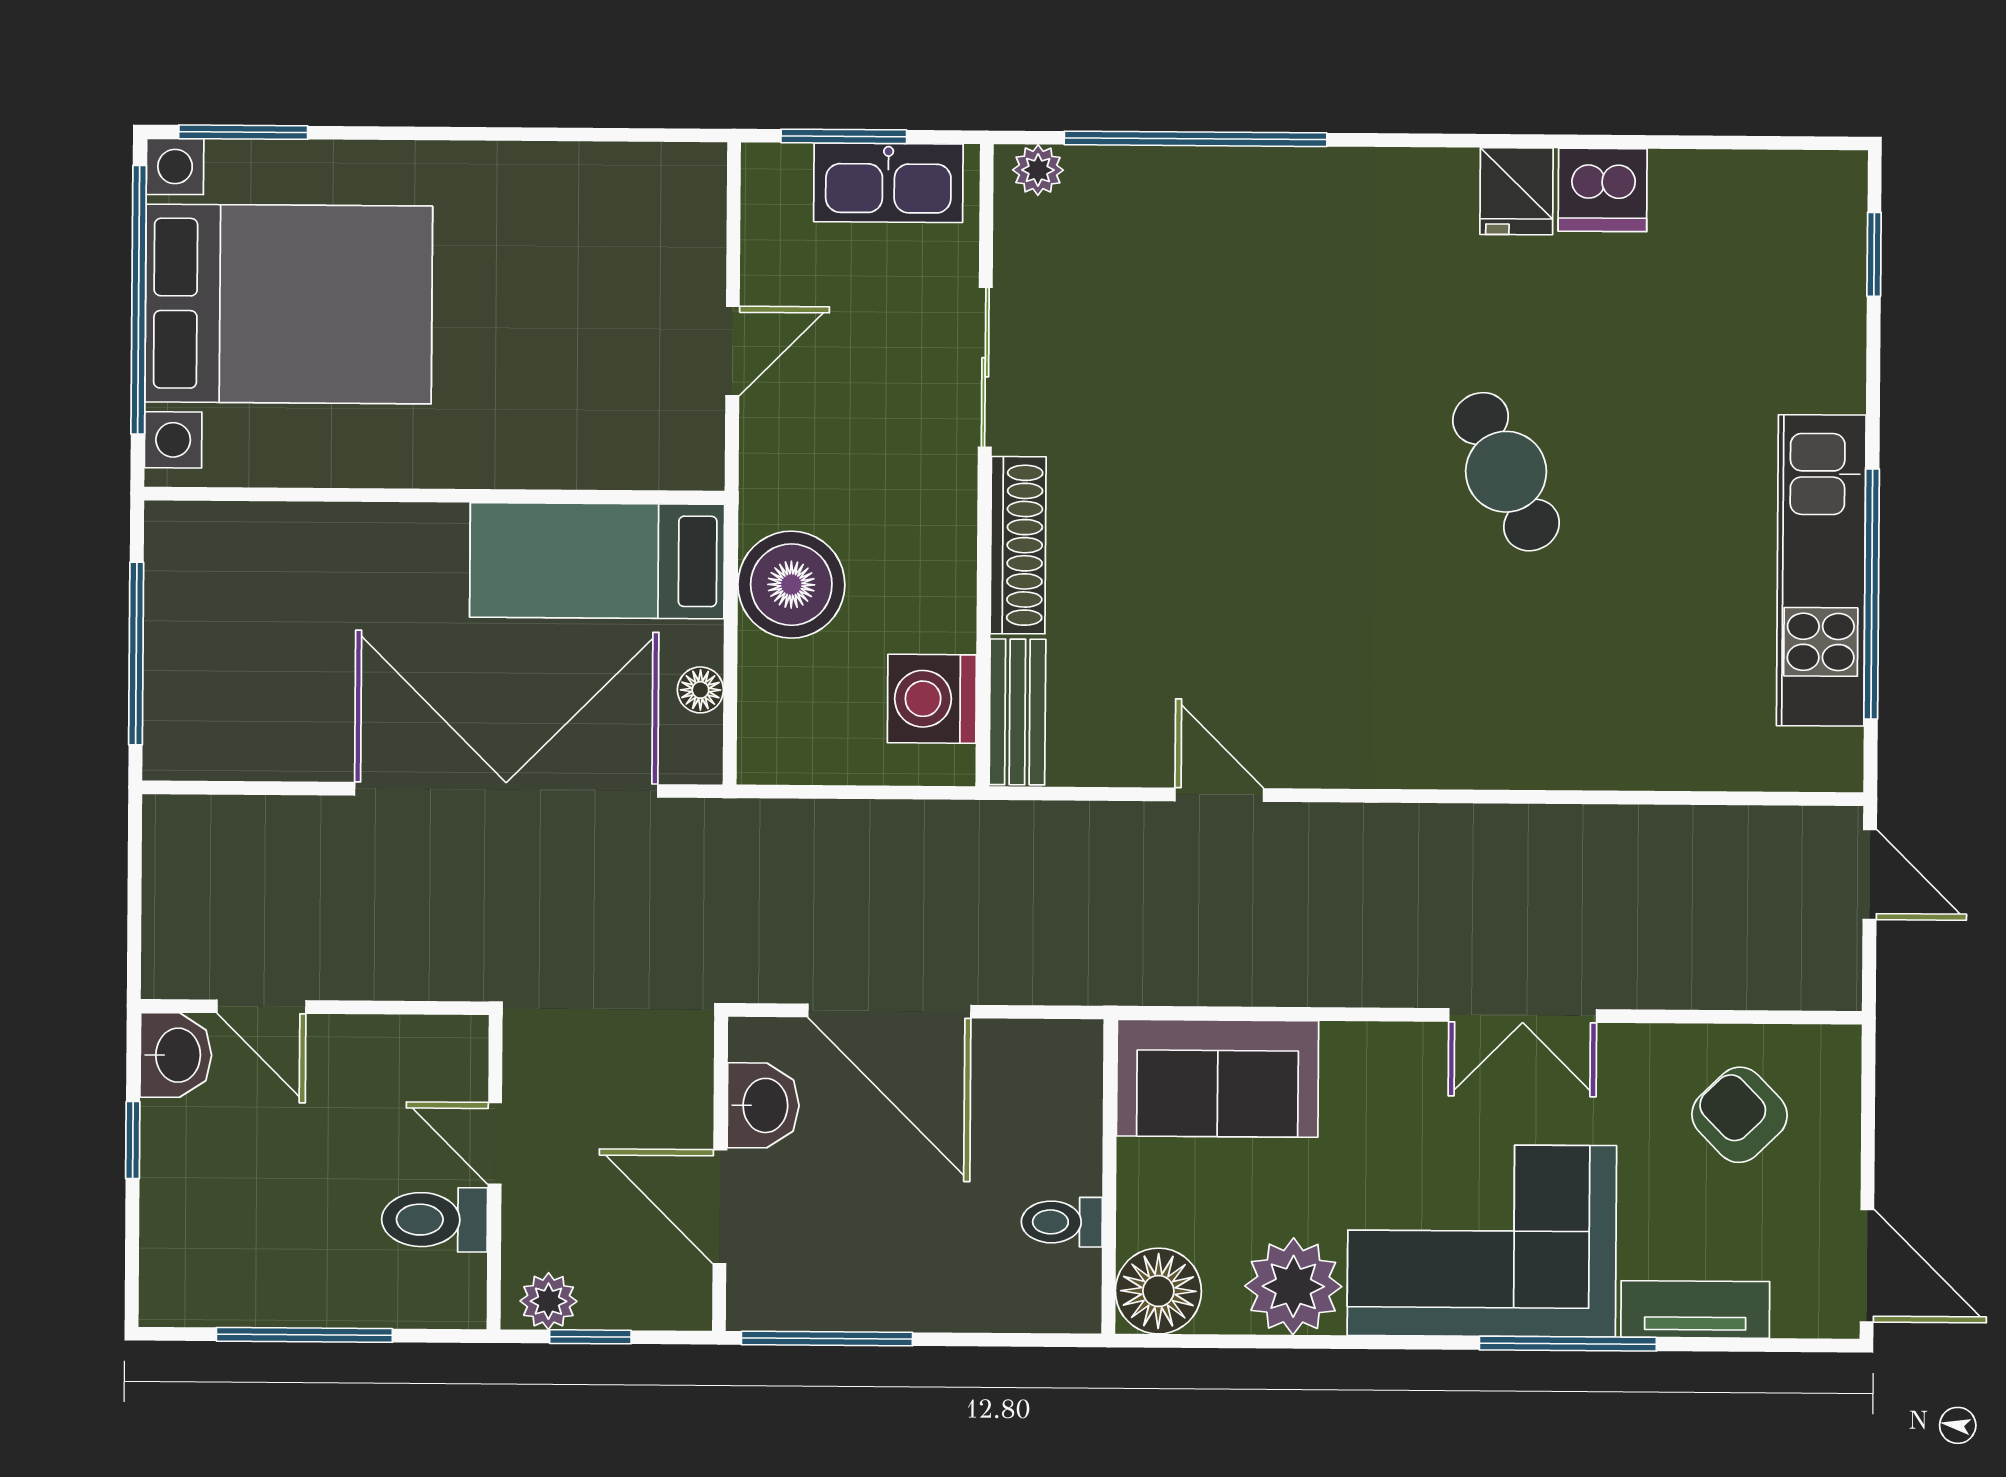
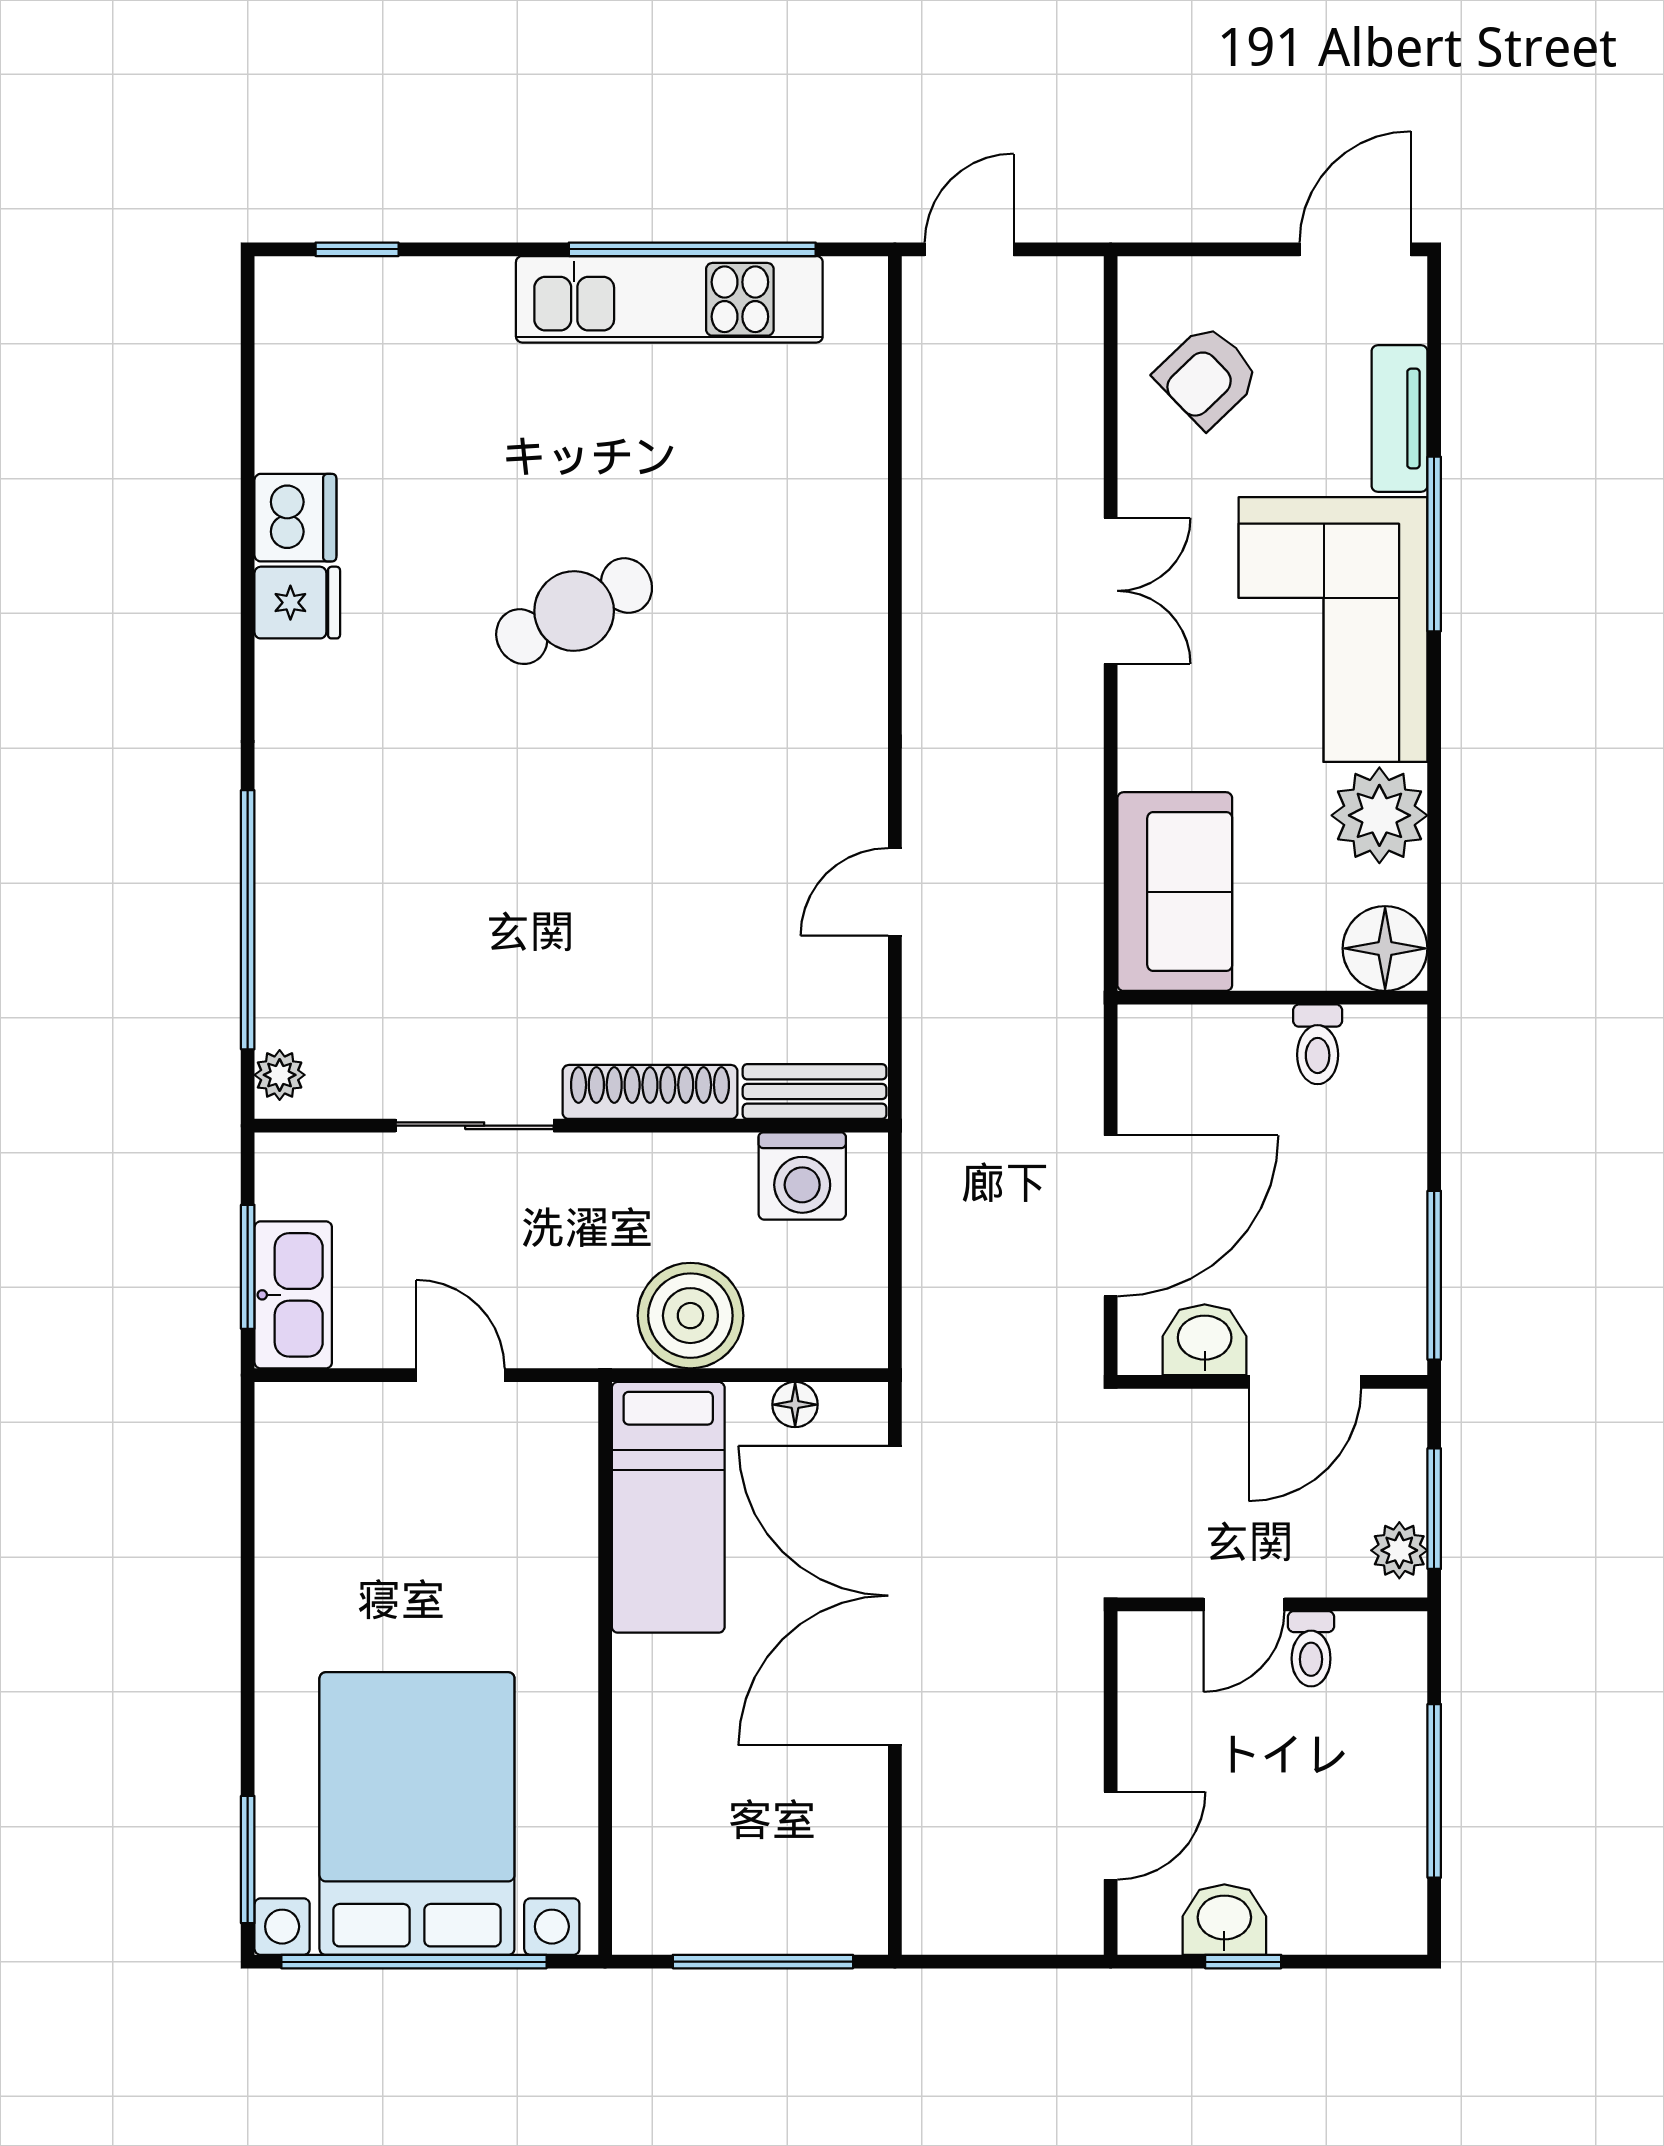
kitchen sink: (888, 183) -> (293, 1295), moved
washbasin: (176, 1055) -> (1224, 1920), moved
toilet: (435, 1220) -> (1311, 1649), width x0.73, depth x0.72
window: (590, 1337) -> (1434, 1509), width x1.50

